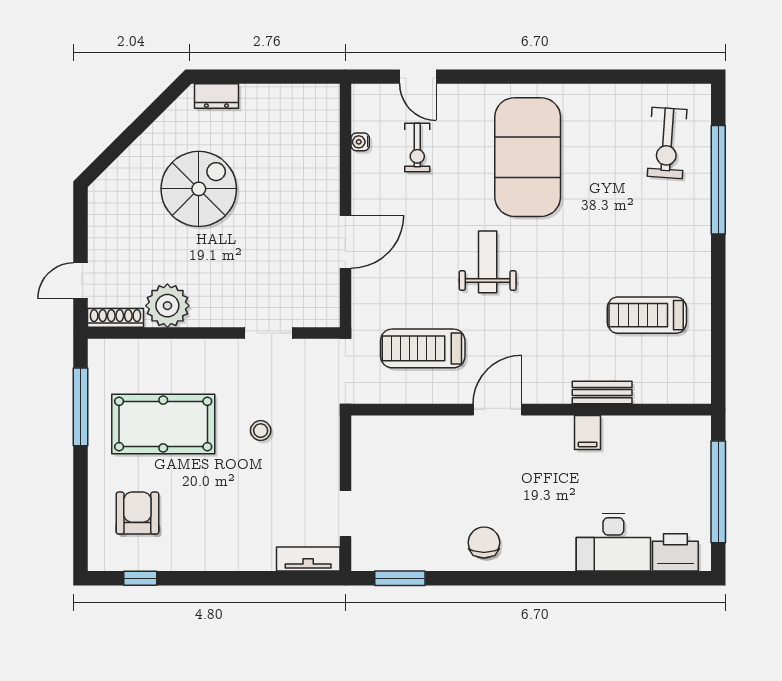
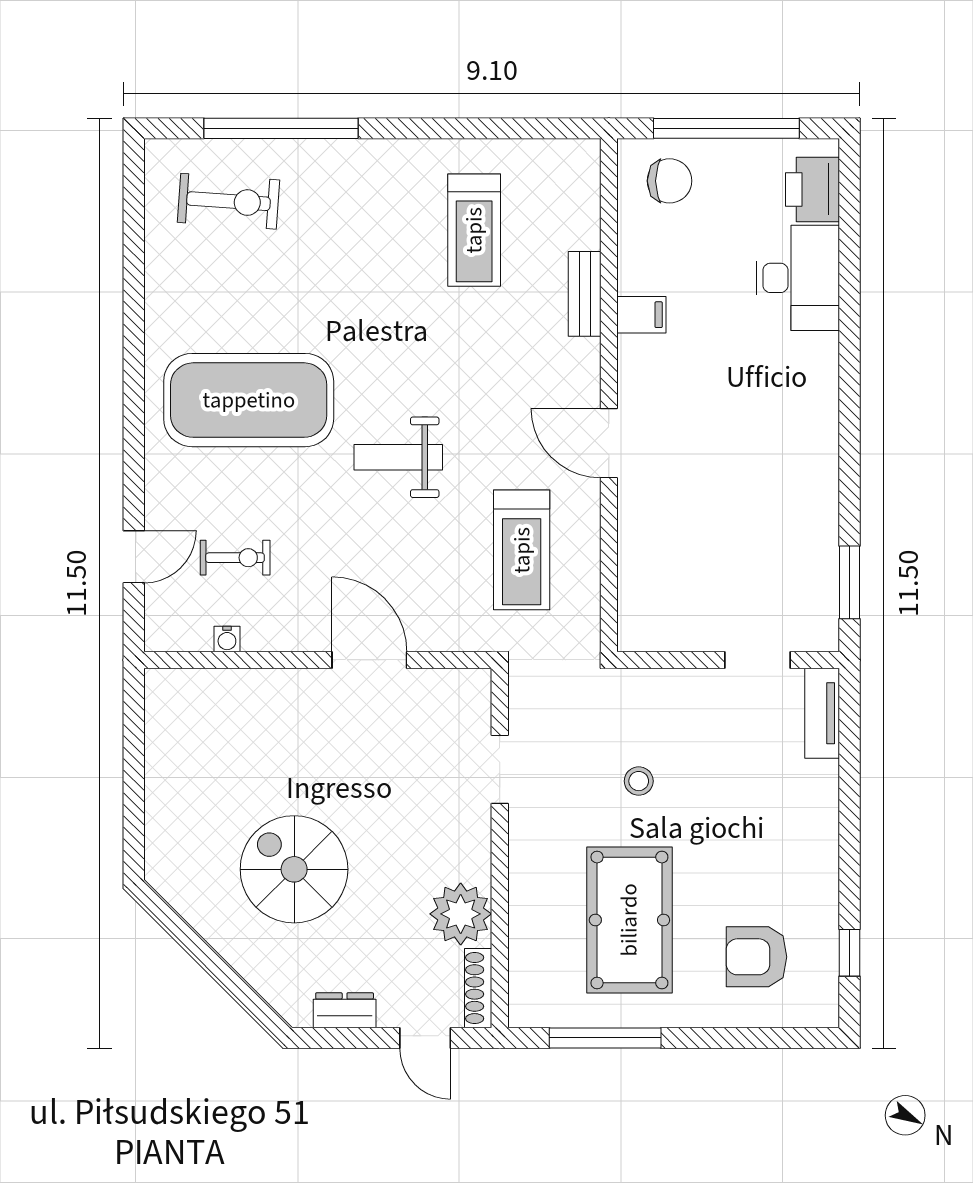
dresser: (216, 96) -> (345, 1010), moved, turned -90
chair: (484, 543) -> (669, 181), moved, turned 180

